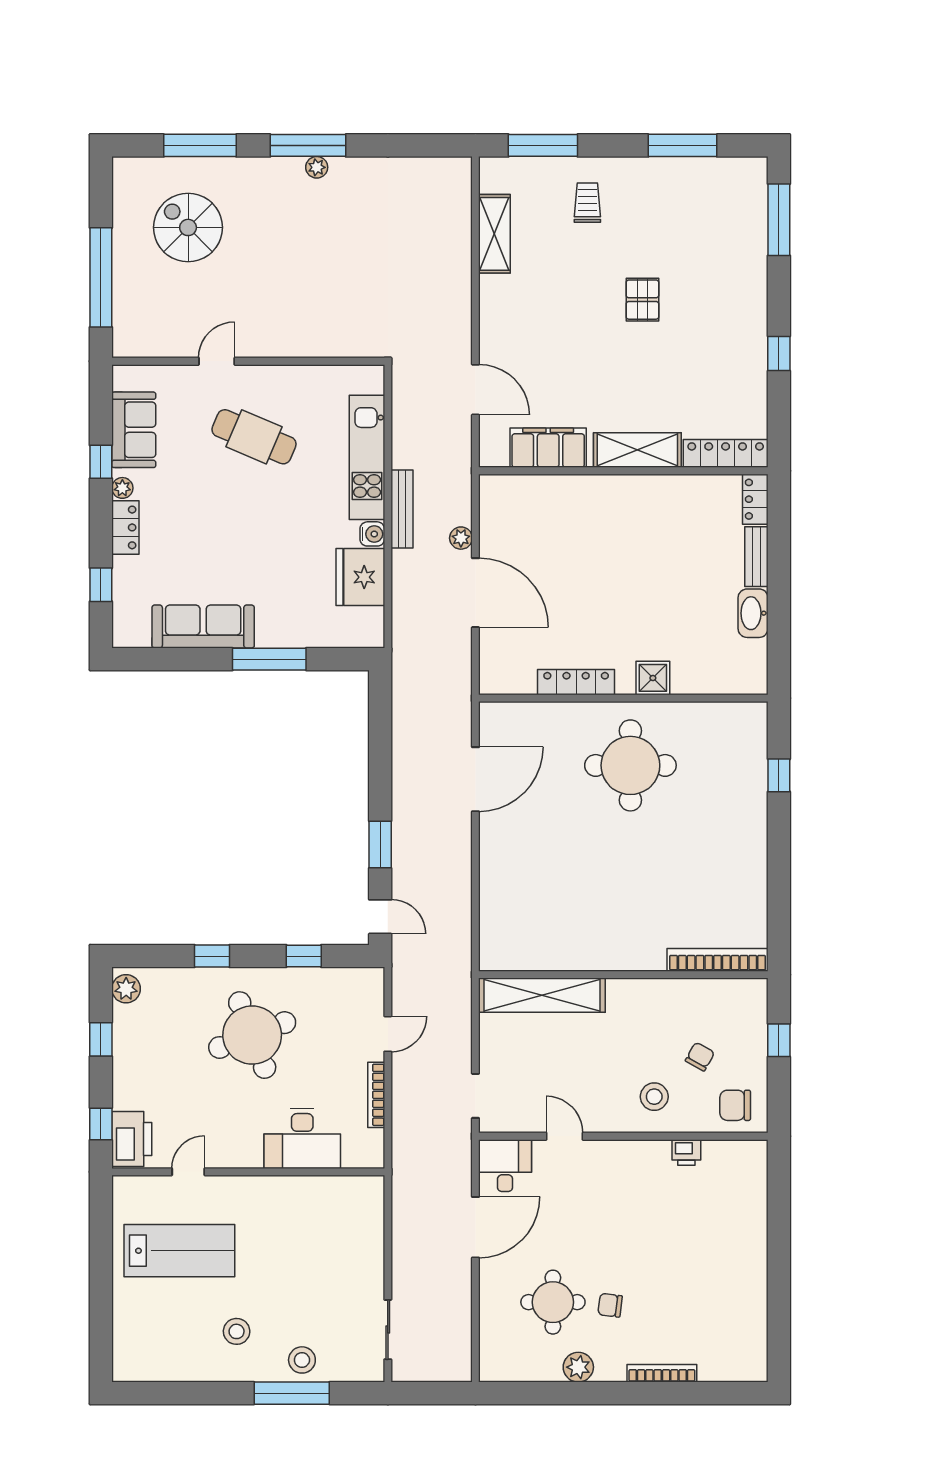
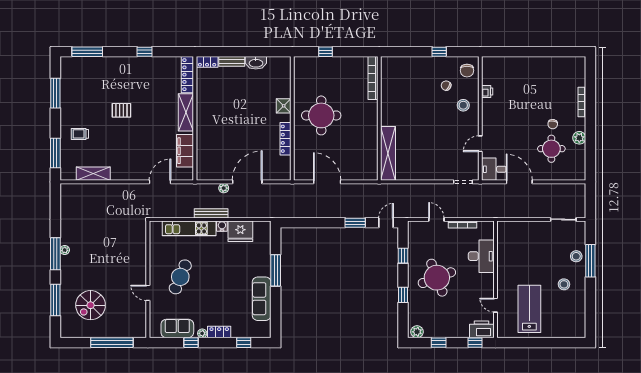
bookcase: (718, 960) -> (373, 78), moved
wall: (623, 975) -> (379, 118), moved
shelving: (542, 995) -> (388, 153), moved

